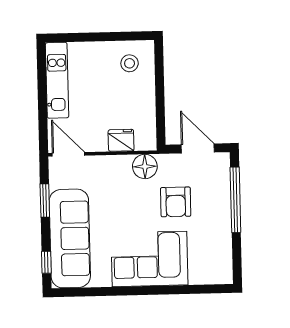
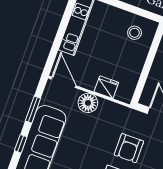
floor lamp: (145, 166) -> (88, 103), moved
window: (46, 262) -> (21, 144), moved

